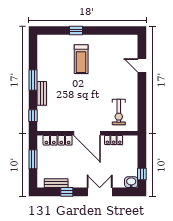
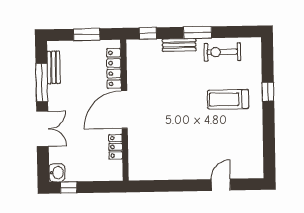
exercise bike: (119, 112) -> (222, 52), moved
window: (67, 192) -> (42, 83), width x2.17

